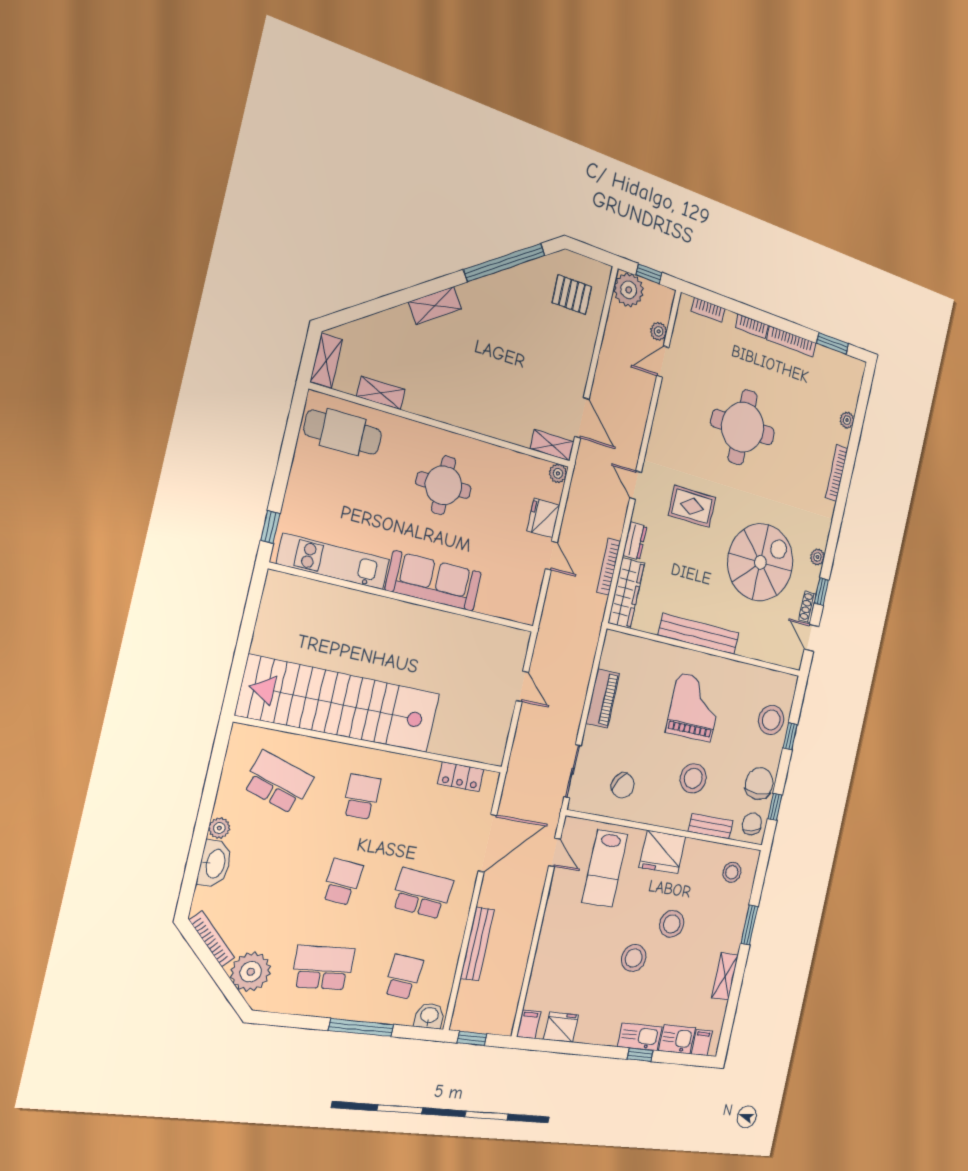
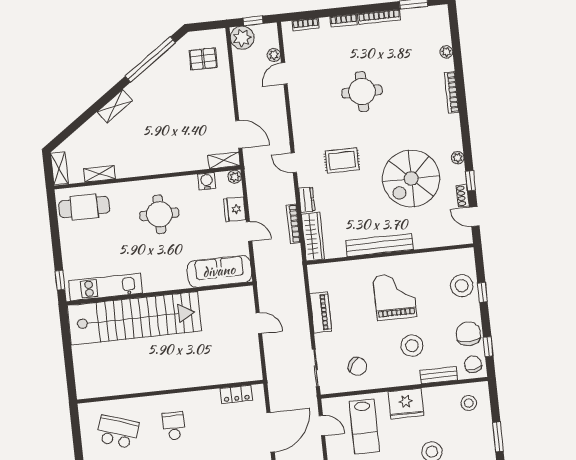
round table: (743, 427) -> (362, 92), width x0.73, depth x0.73
water cooler: (521, 465) -> (207, 181), added
spiral stairs: (760, 562) -> (411, 178), turned 180
sofa: (434, 581) -> (219, 271), moved
stairs: (340, 704) -> (134, 318), moved, turned 180

